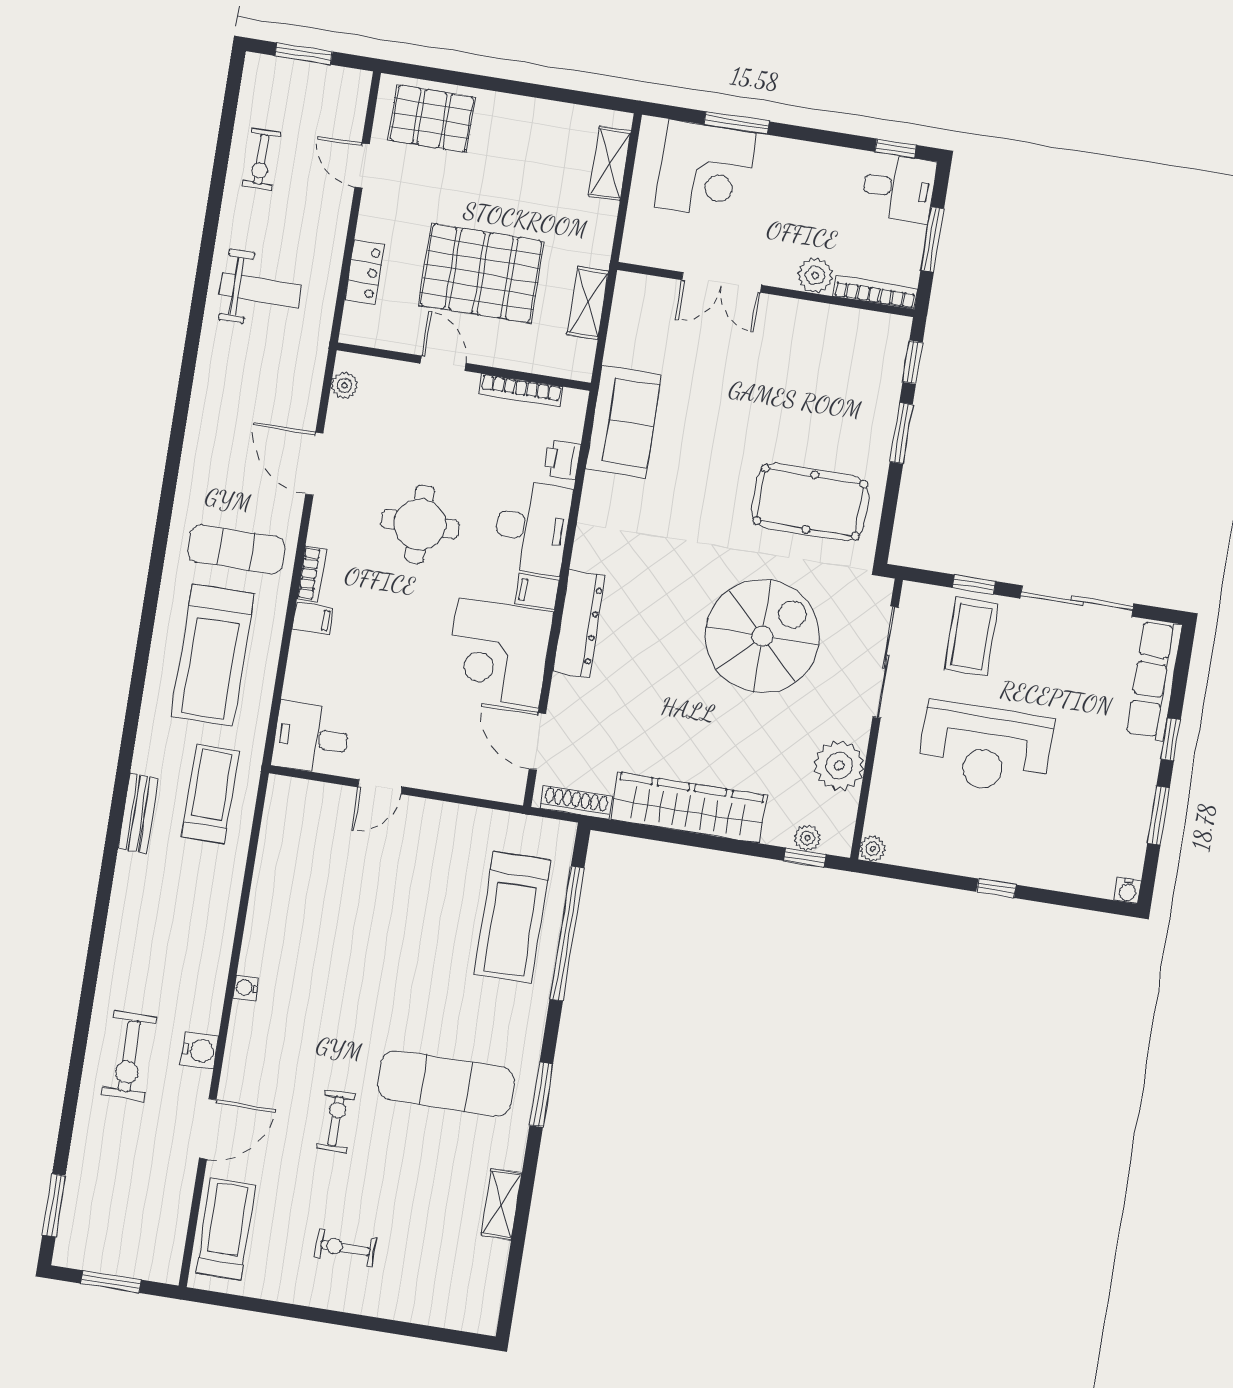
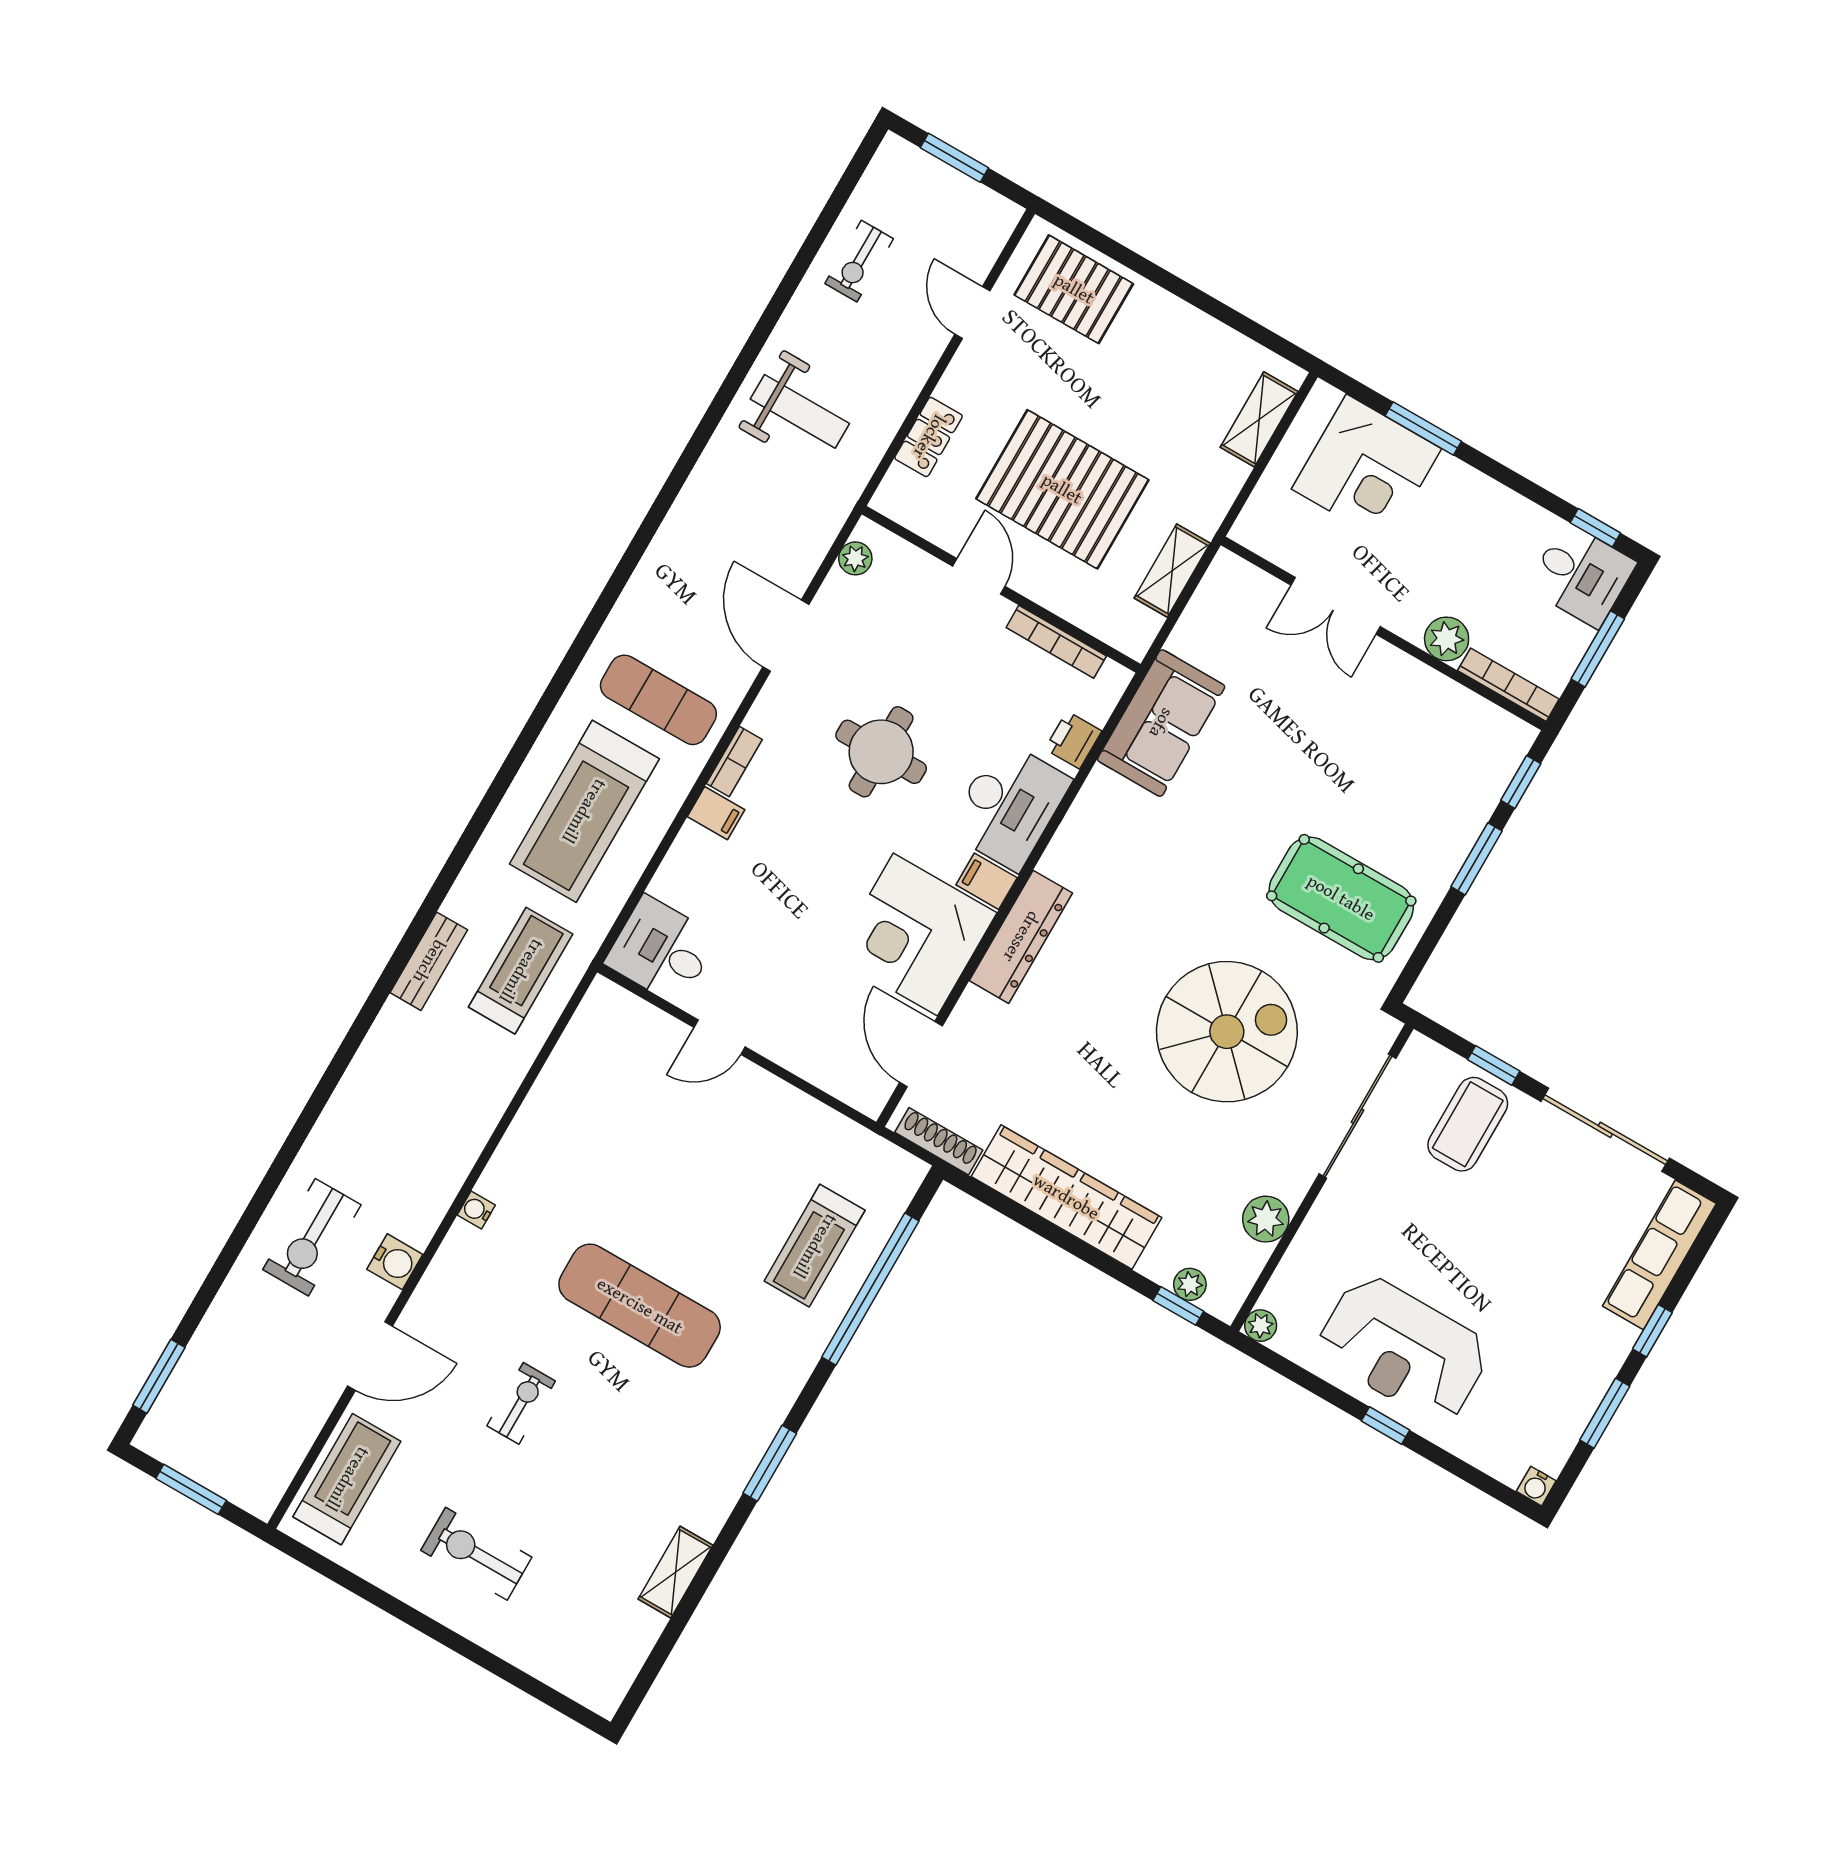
reception desk: (986, 748) -> (1403, 1349), moved
plant: (839, 766) -> (1266, 1219), width x0.73, depth x0.73
treadmill: (512, 917) -> (815, 1246), width x0.73, depth x0.73
exercise mat: (446, 1083) -> (640, 1306), moved
exercise bike: (345, 1248) -> (476, 1554), width x1.38, depth x1.39

